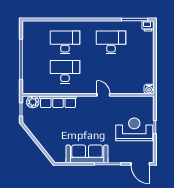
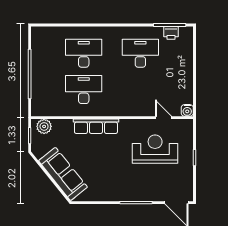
printer: (148, 26) -> (171, 33), moved
door: (103, 95) -> (164, 118), moved
row of seats: (58, 102) -> (96, 126), moved
reception desk: (134, 129) -> (155, 149), moved
sofa: (87, 154) -> (63, 174), moved, turned 51

